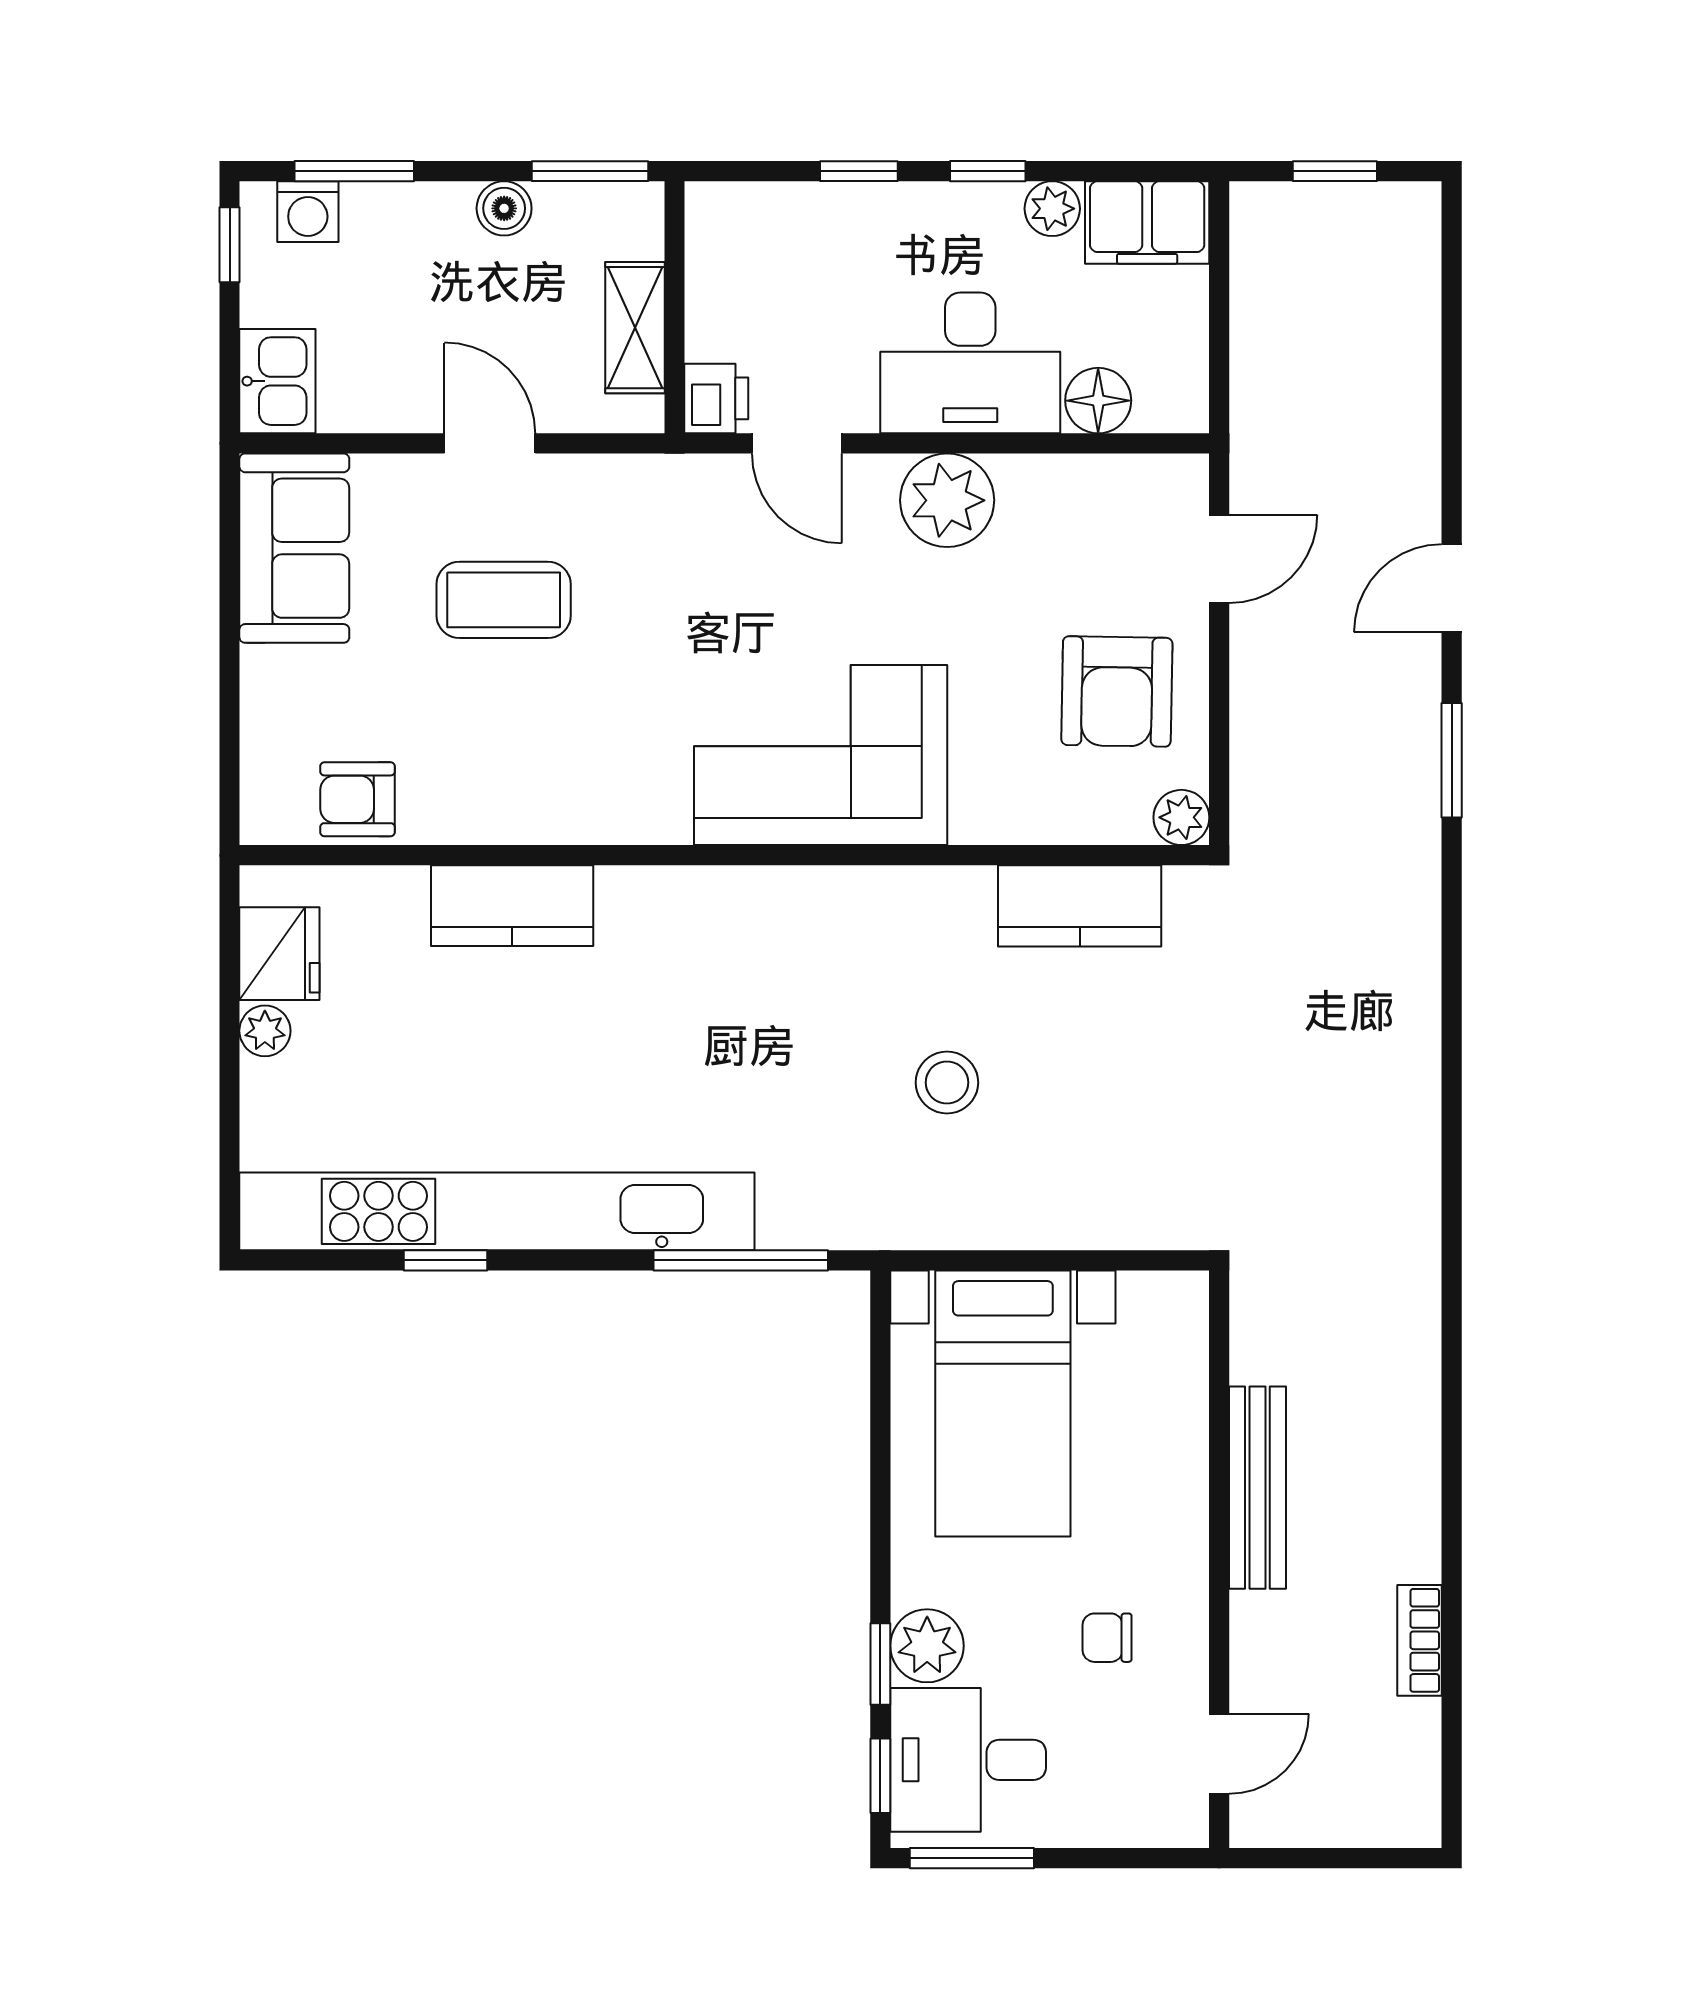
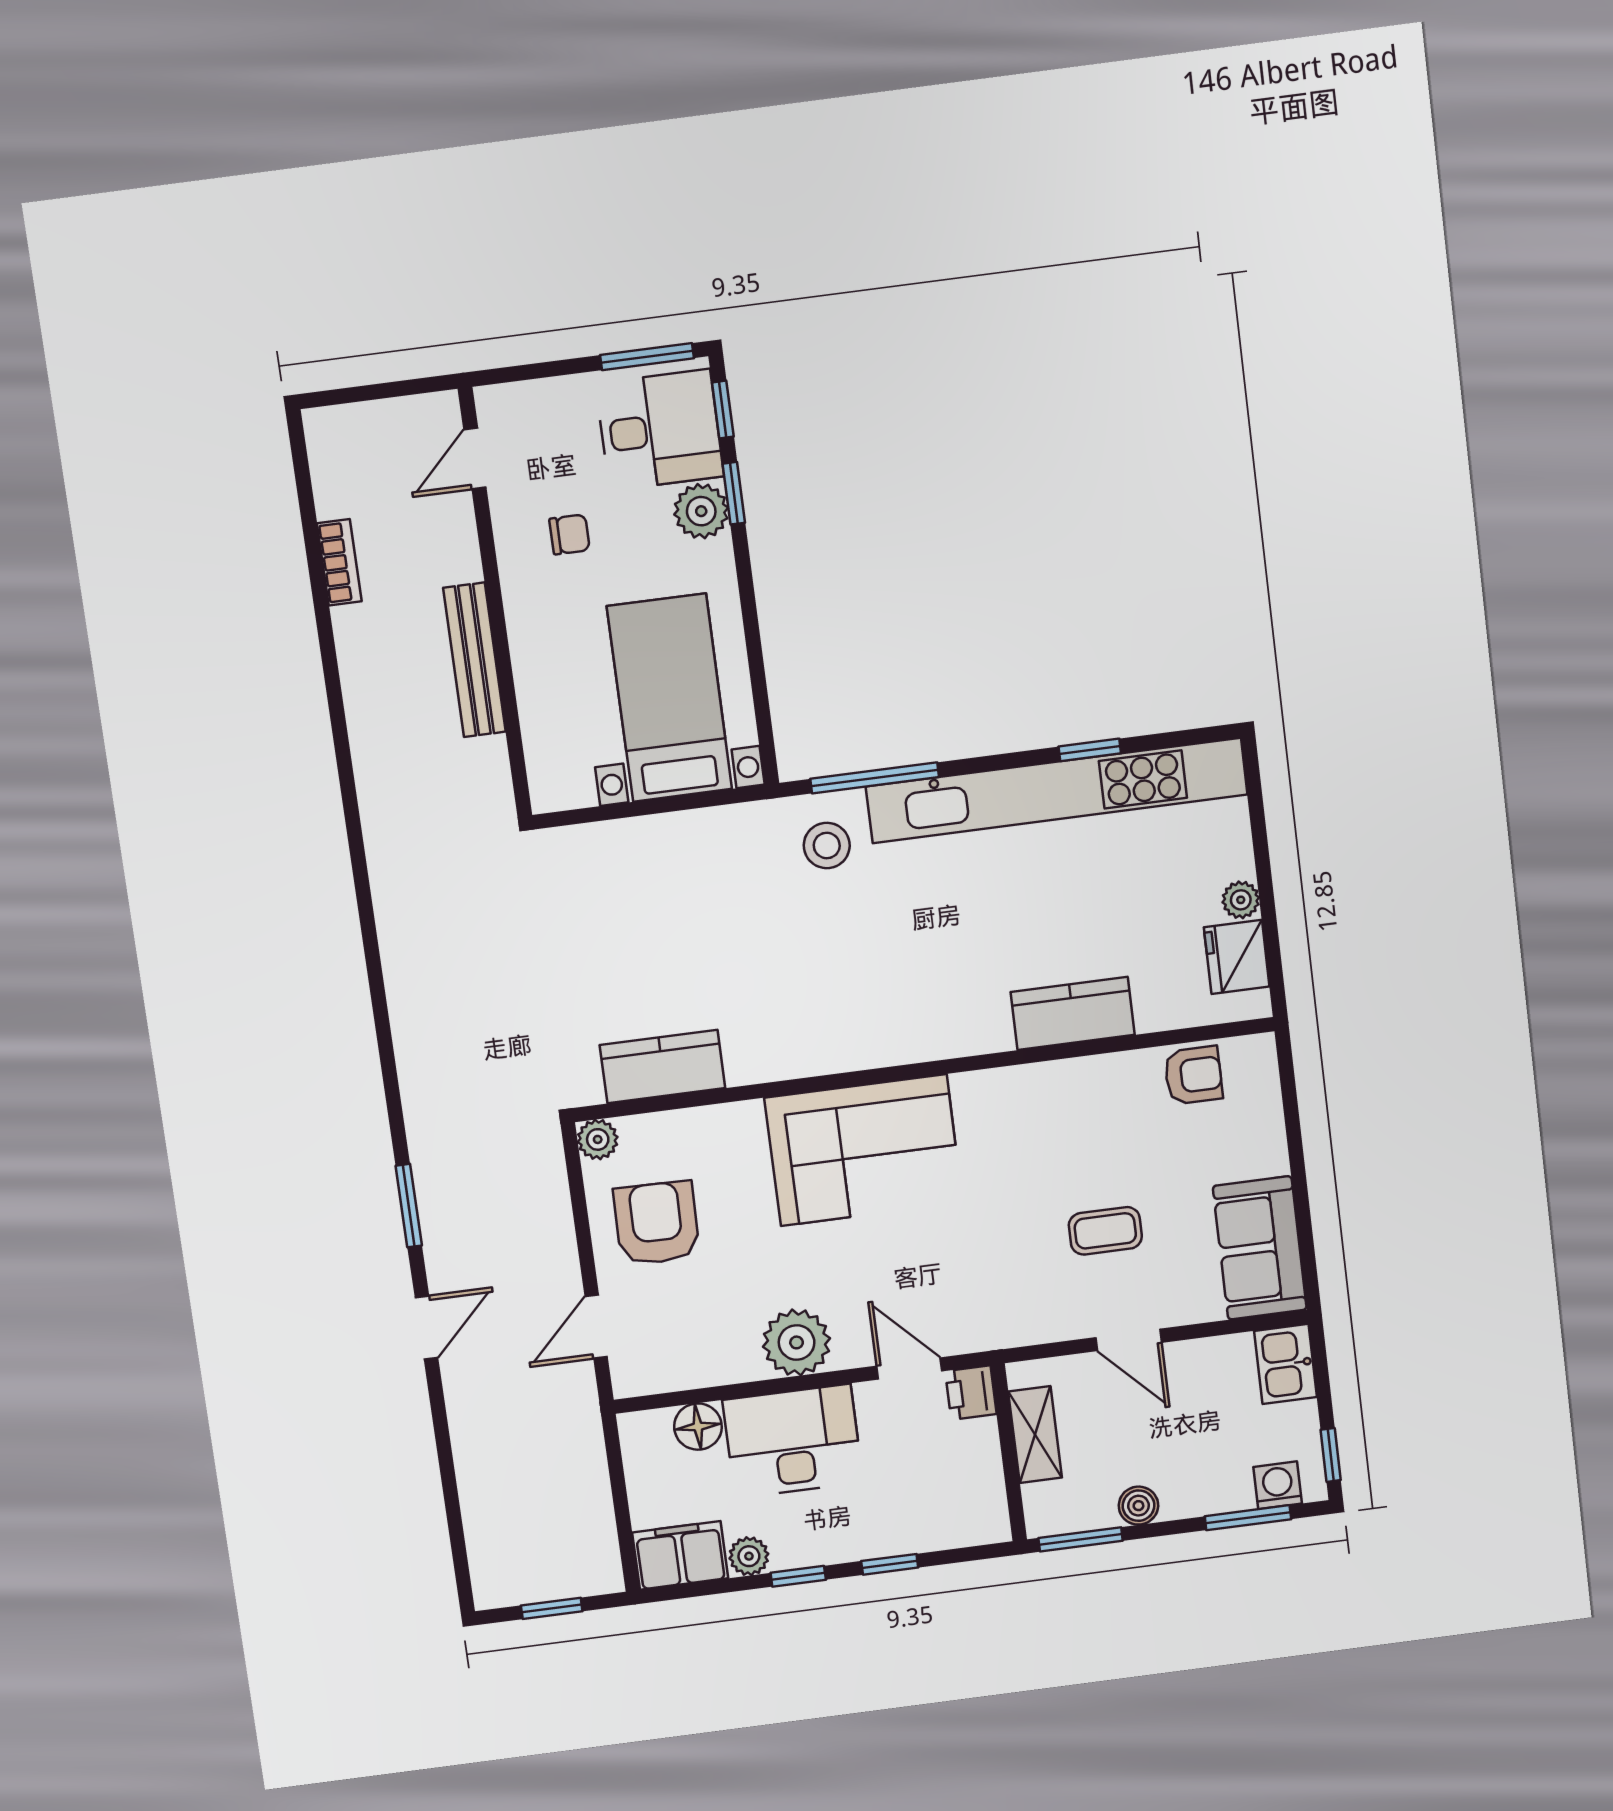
coffee table: (504, 600) -> (1105, 1231), width x0.73, depth x0.77
stool: (947, 1083) -> (827, 846), moved

